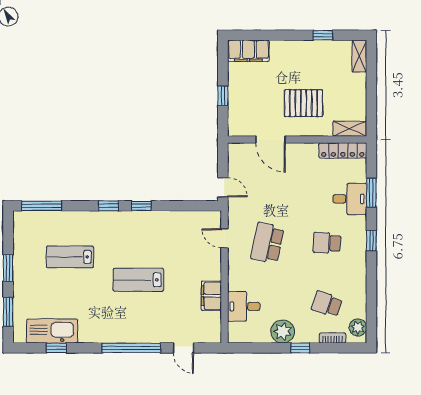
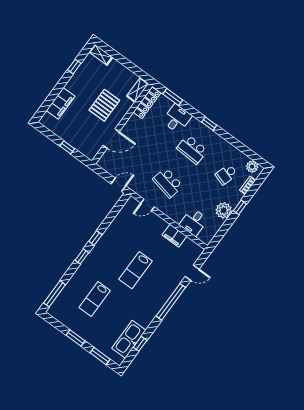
filing cabinet: (248, 51) -> (61, 103), moved
window: (371, 193) -> (173, 97), moved
school desk: (327, 243) -> (192, 149), width x1.85

